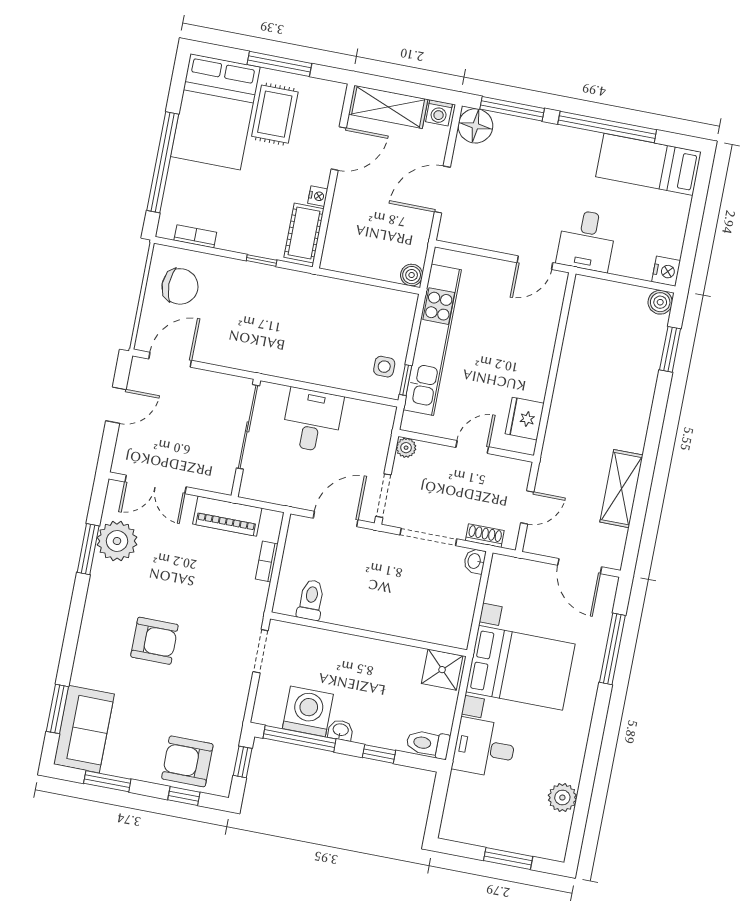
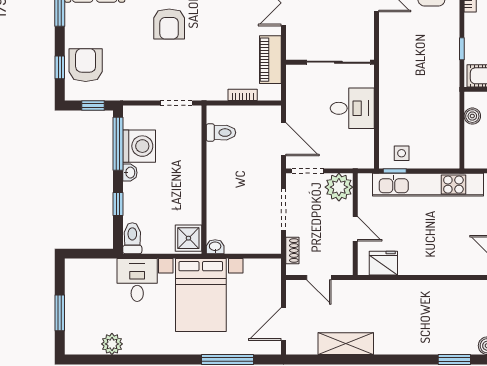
boiler: (412, 275) -> (472, 116), moved
plant: (406, 448) -> (339, 187), width x1.88, depth x1.88
washbasin: (475, 561) -> (215, 247), moved

